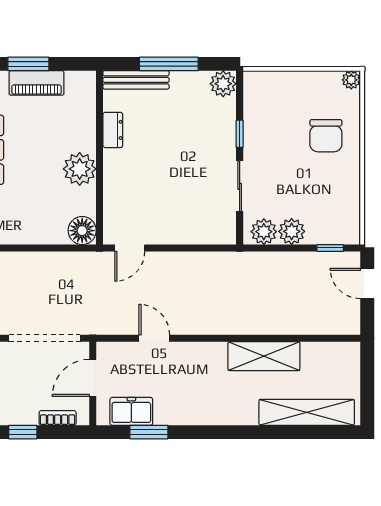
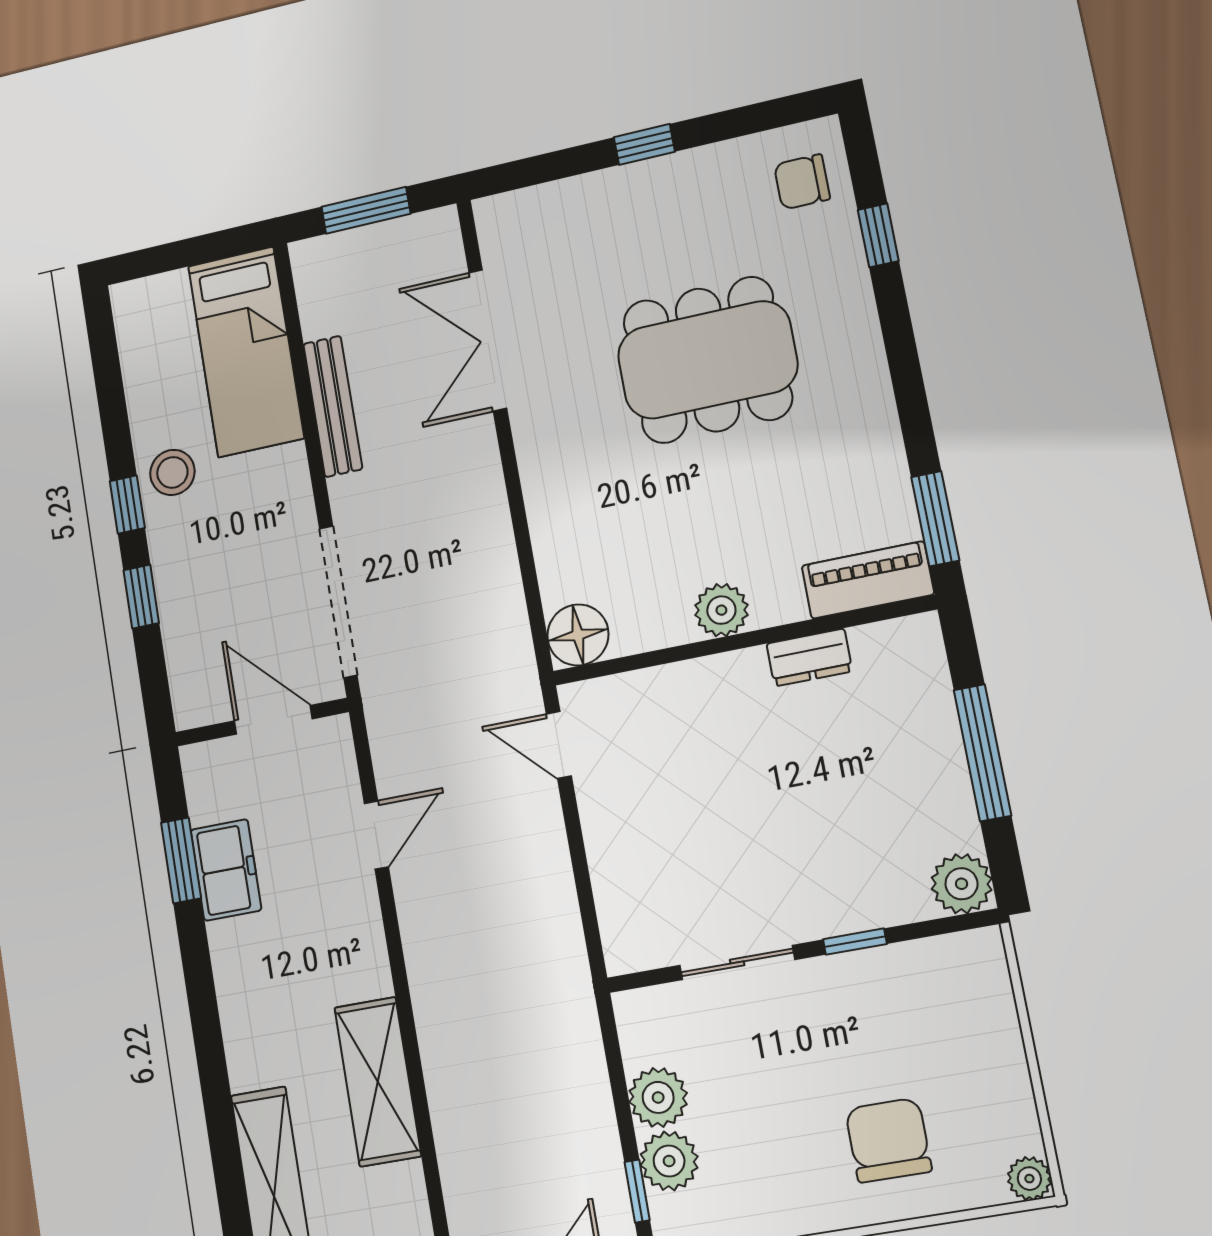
window: (28, 64) -> (935, 519), moved
bench: (136, 80) -> (931, 687), removed
piano: (36, 83) -> (868, 580), moved, turned 90
chair: (326, 136) -> (888, 1140), turned 90
plant: (80, 169) -> (721, 610), width x0.73, depth x0.73
plant: (264, 232) -> (669, 1161), moved
freezer: (131, 411) -> (226, 870), moved
bookcase: (58, 418) -> (181, 663), removed

